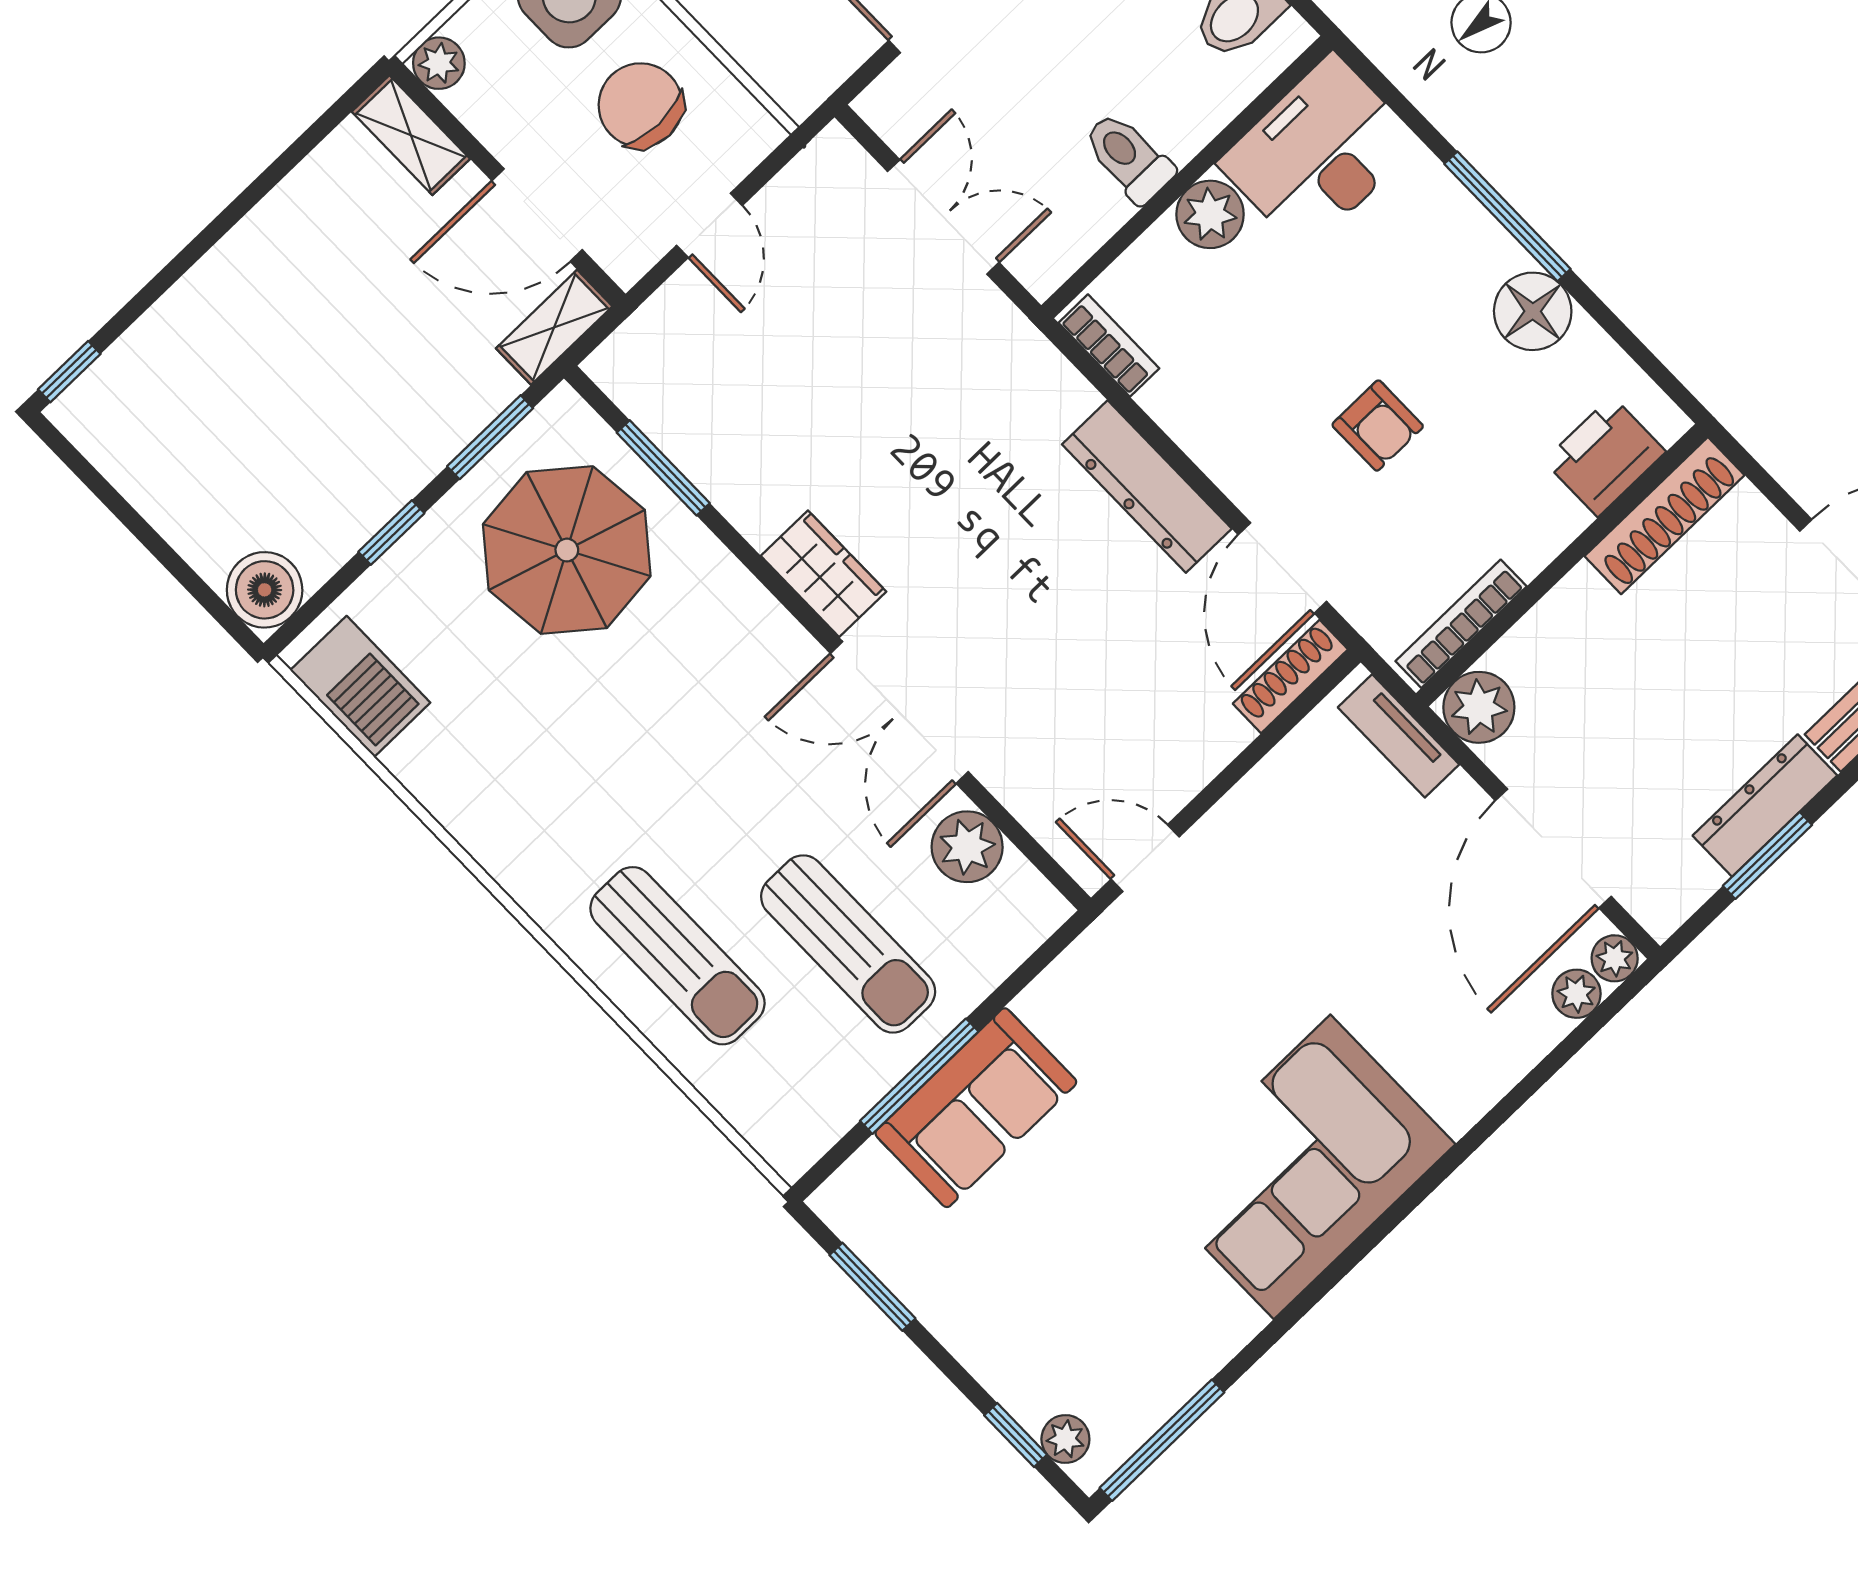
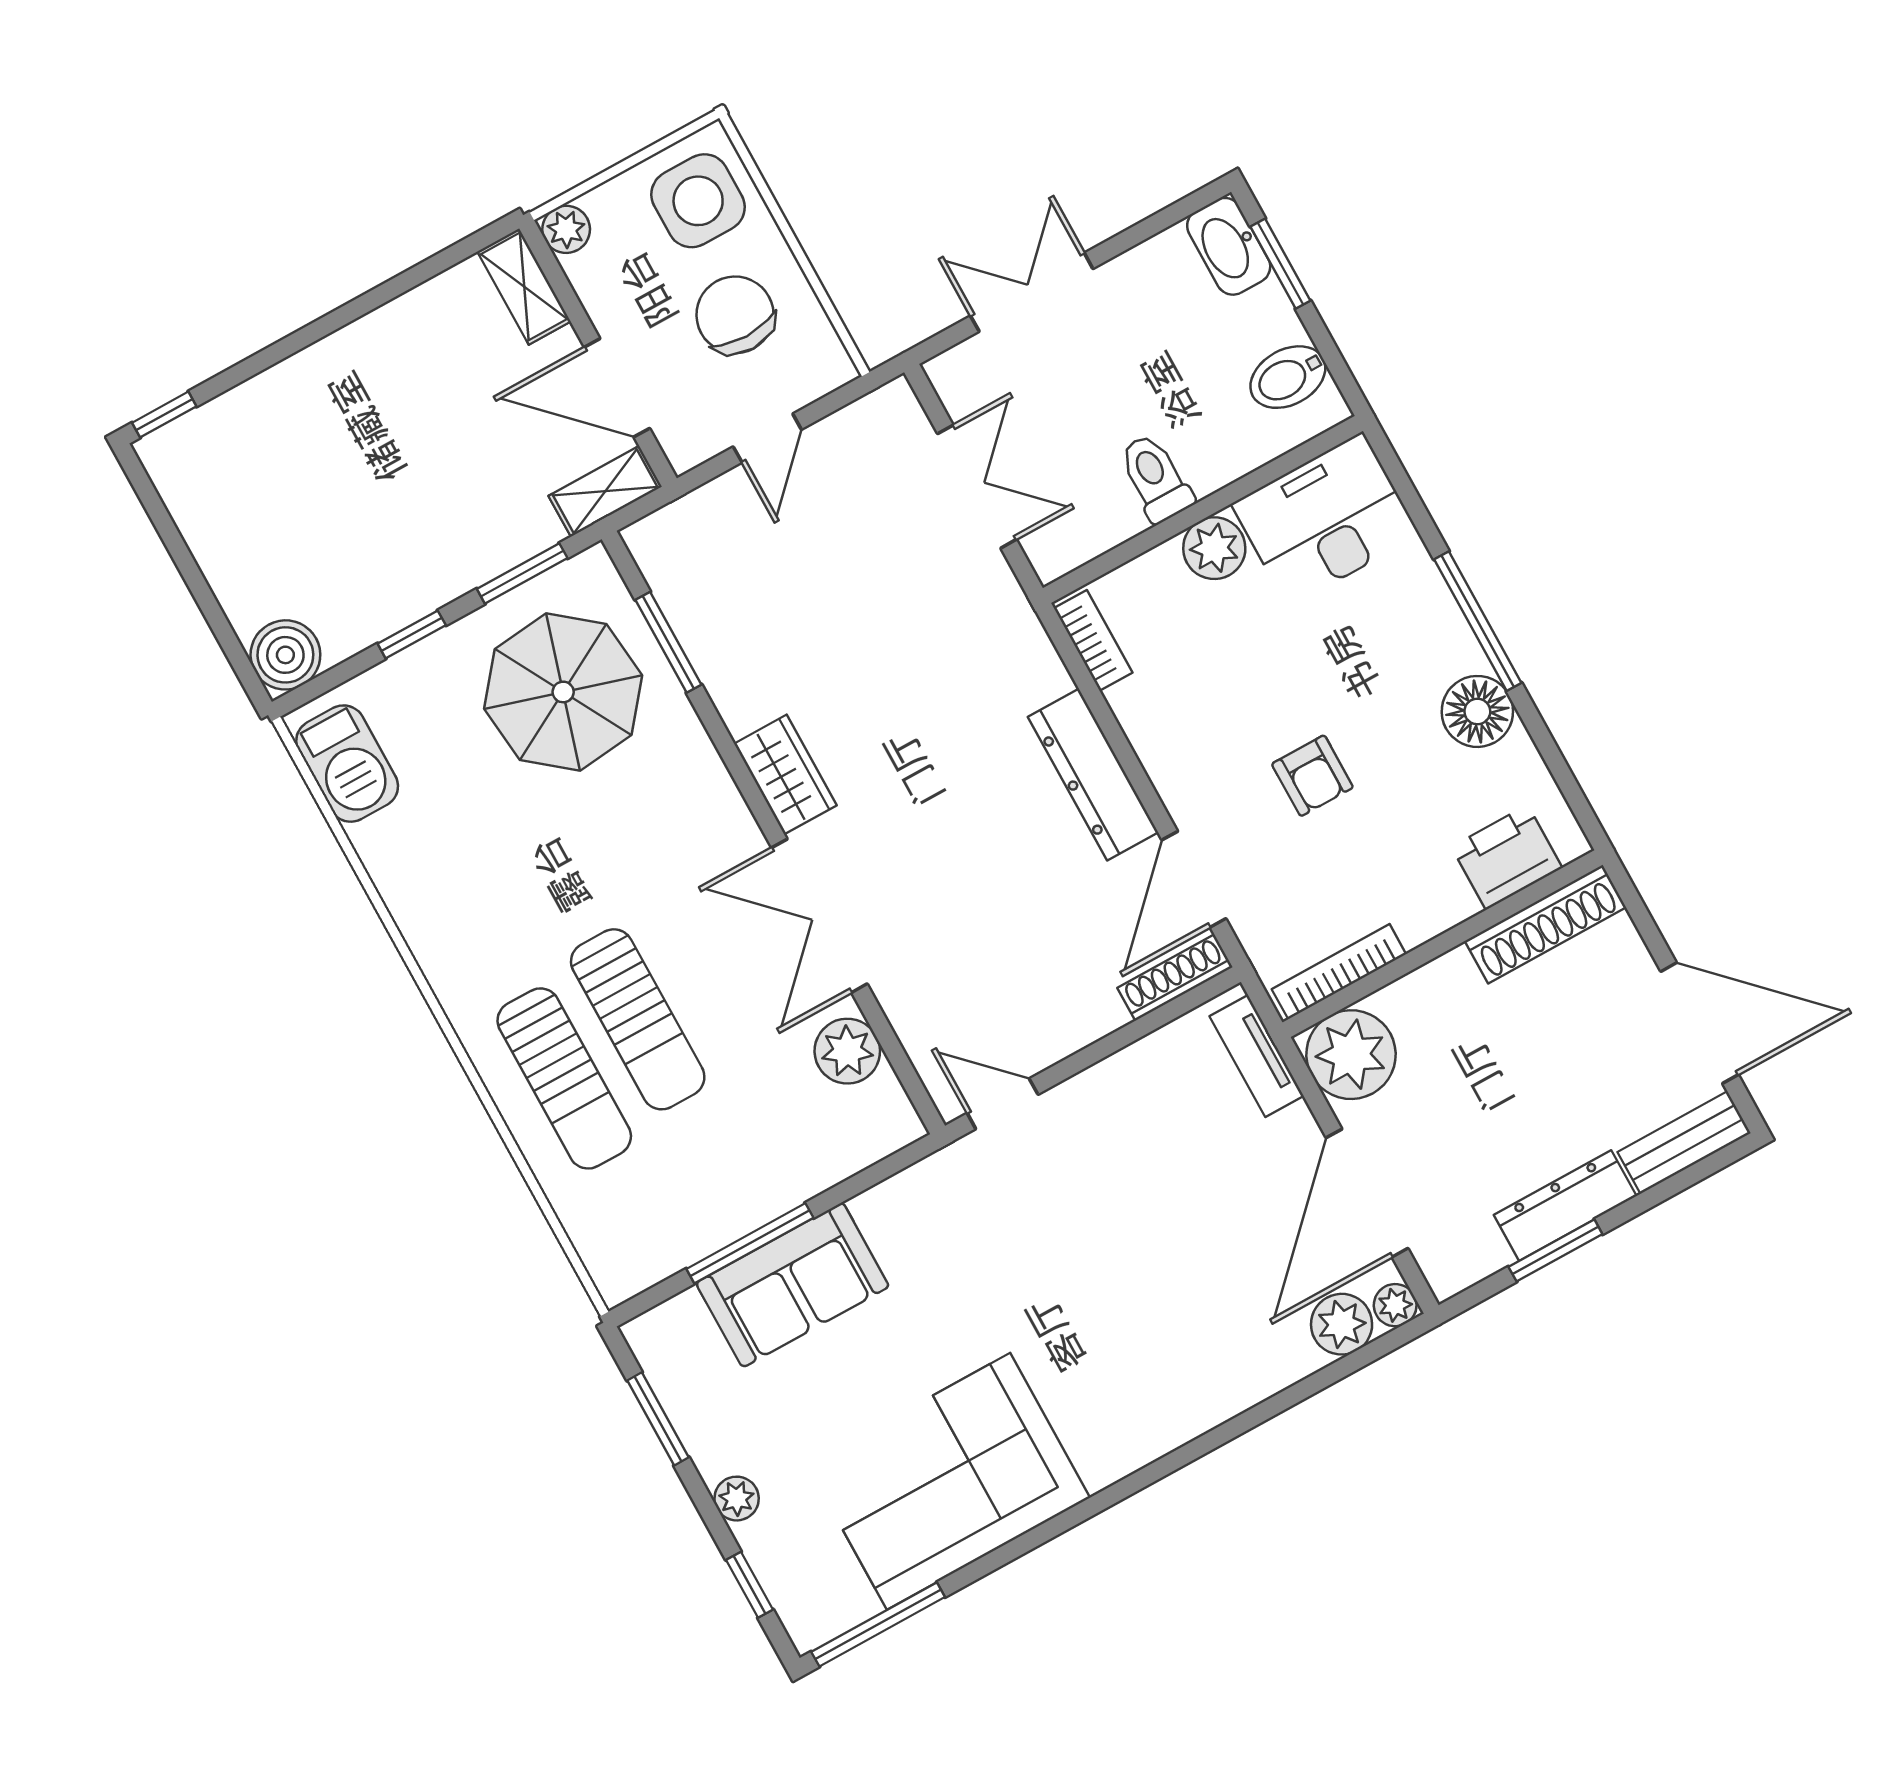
plant: (1479, 707) -> (1351, 1055), width x1.36, depth x1.36
sun lounger: (848, 944) -> (638, 1019), moved
plant: (1576, 994) -> (1342, 1324), width x1.38, depth x1.38
corner sofa: (1302, 1167) -> (949, 1481), moved
plant: (1065, 1439) -> (737, 1499), moved

